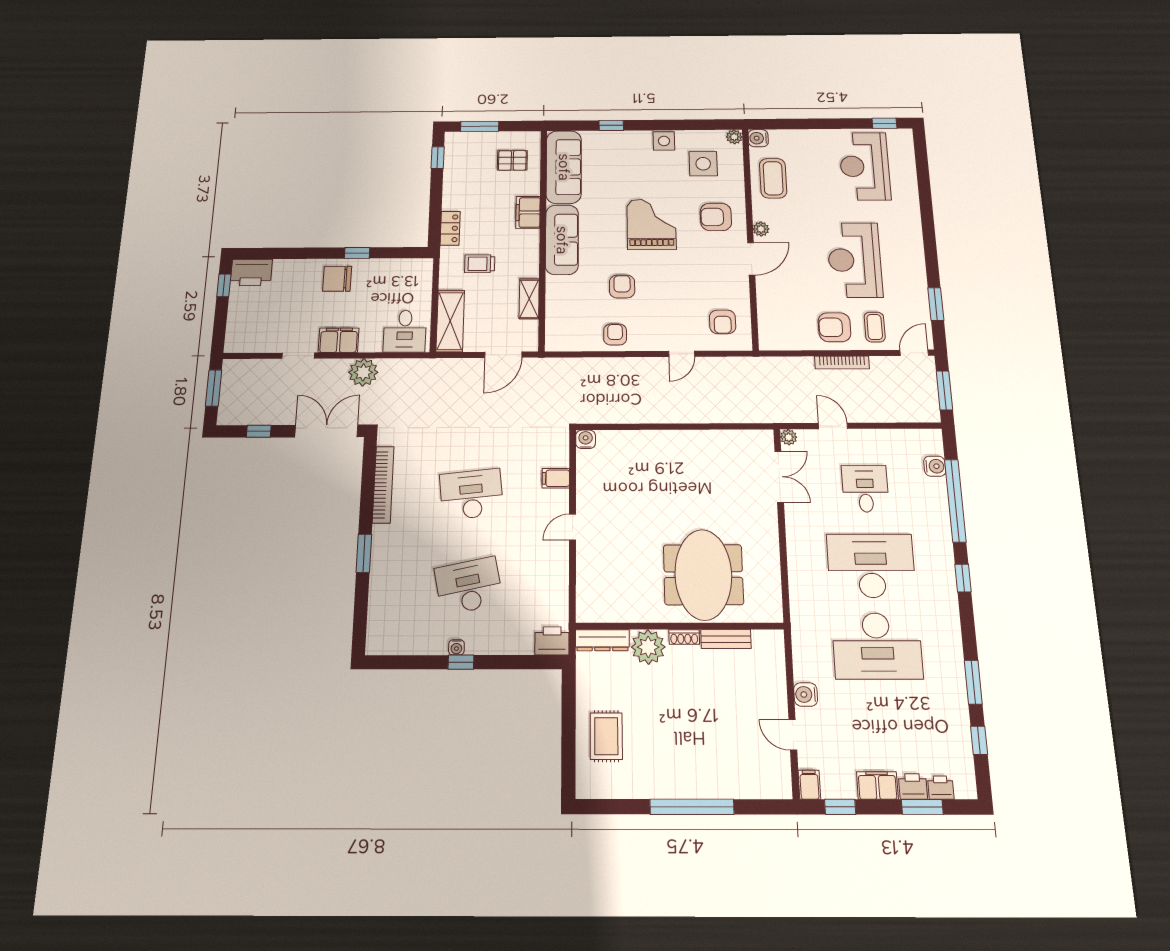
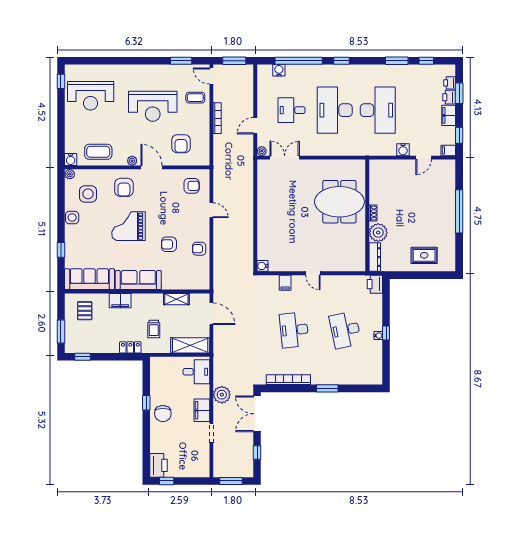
armchair: (835, 327) -> (181, 144), moved
bench: (726, 639) -> (374, 191), removed

